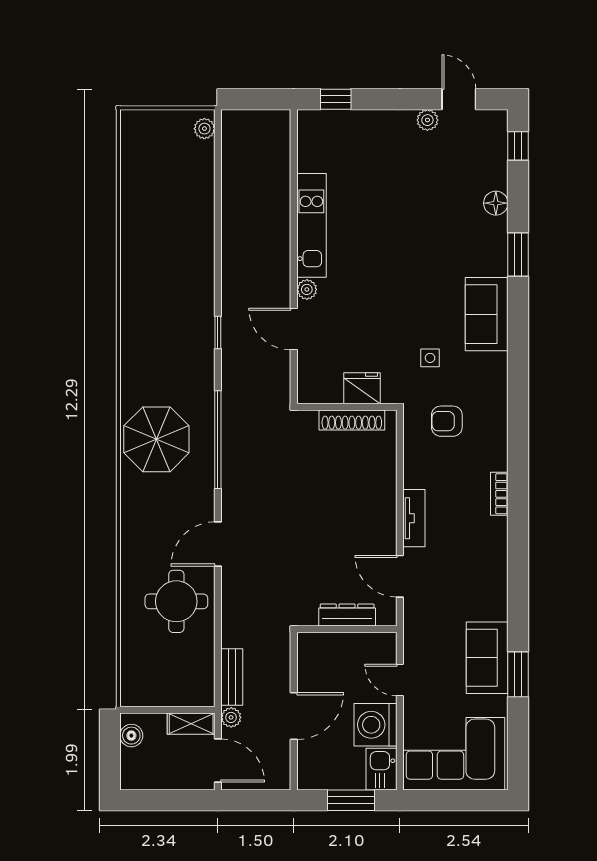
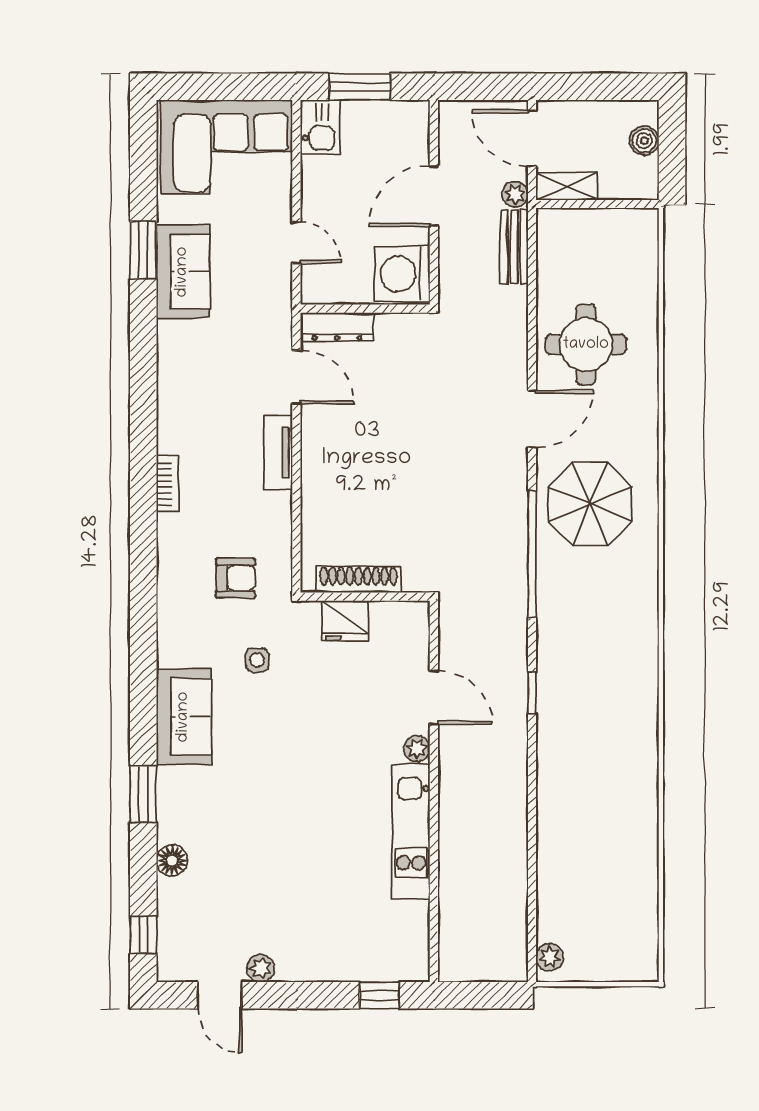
parasol: (156, 439) -> (590, 504), moved
dresser: (347, 615) -> (337, 327), moved
washing machine: (375, 725) -> (402, 274), moved, turned 180
boiler: (131, 736) -> (644, 141), moved

